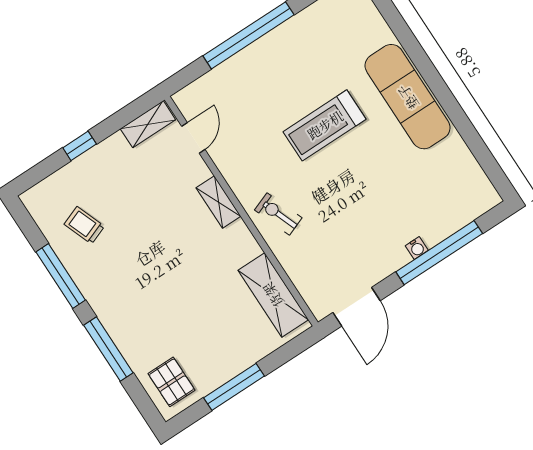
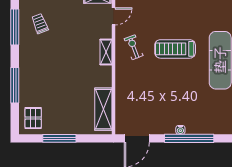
exercise bike: (278, 214) -> (134, 47), moved
window: (61, 276) -> (15, 27), moved

